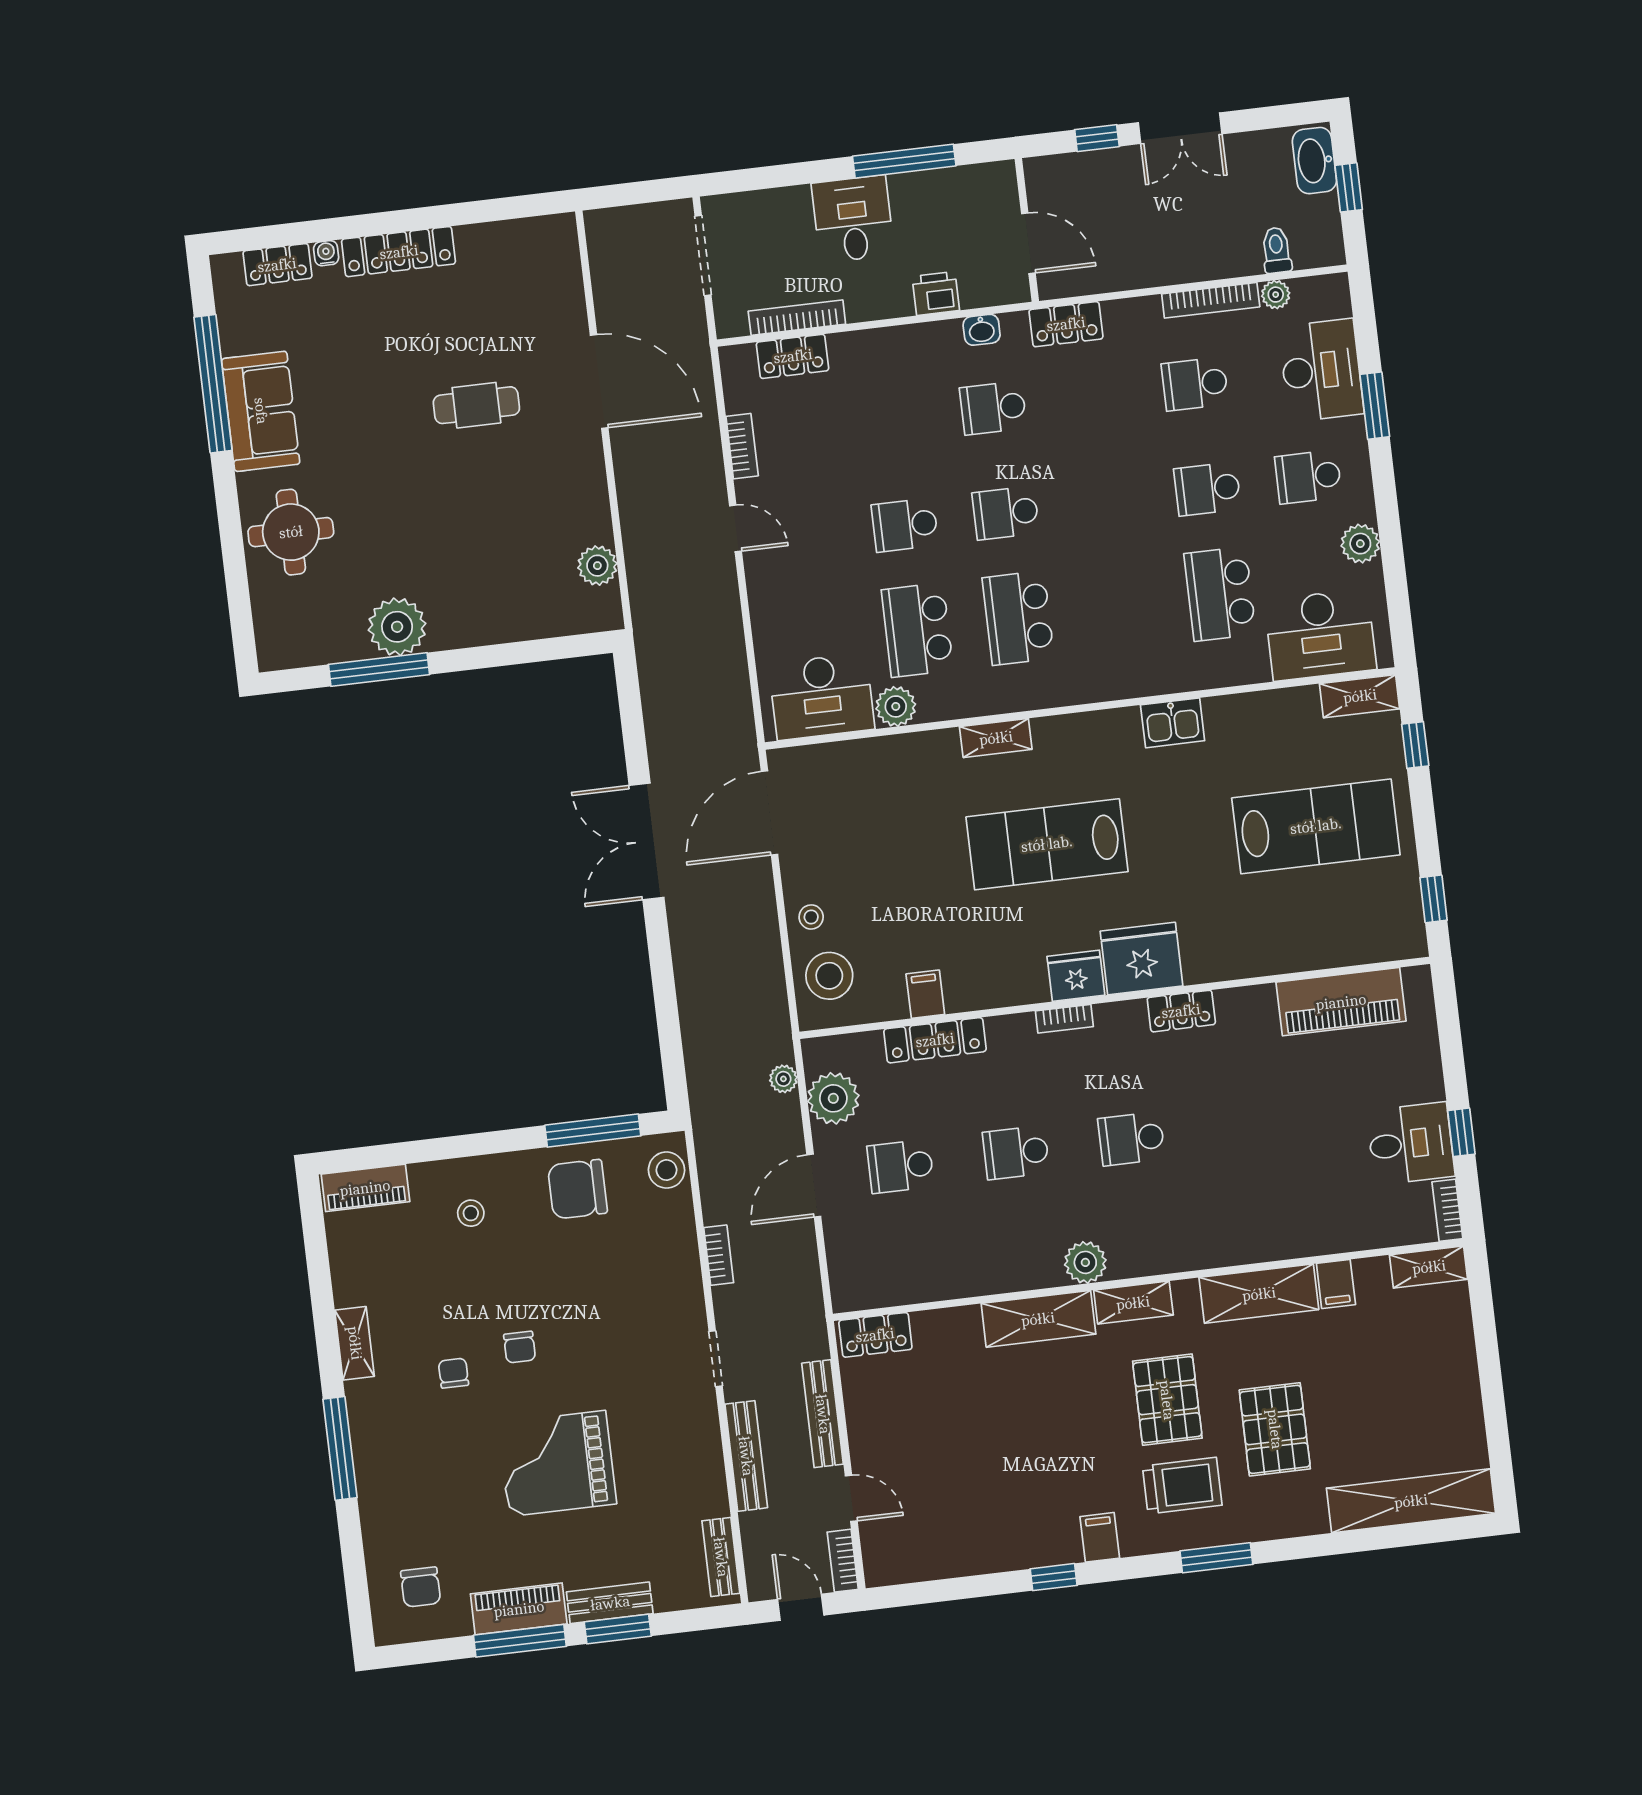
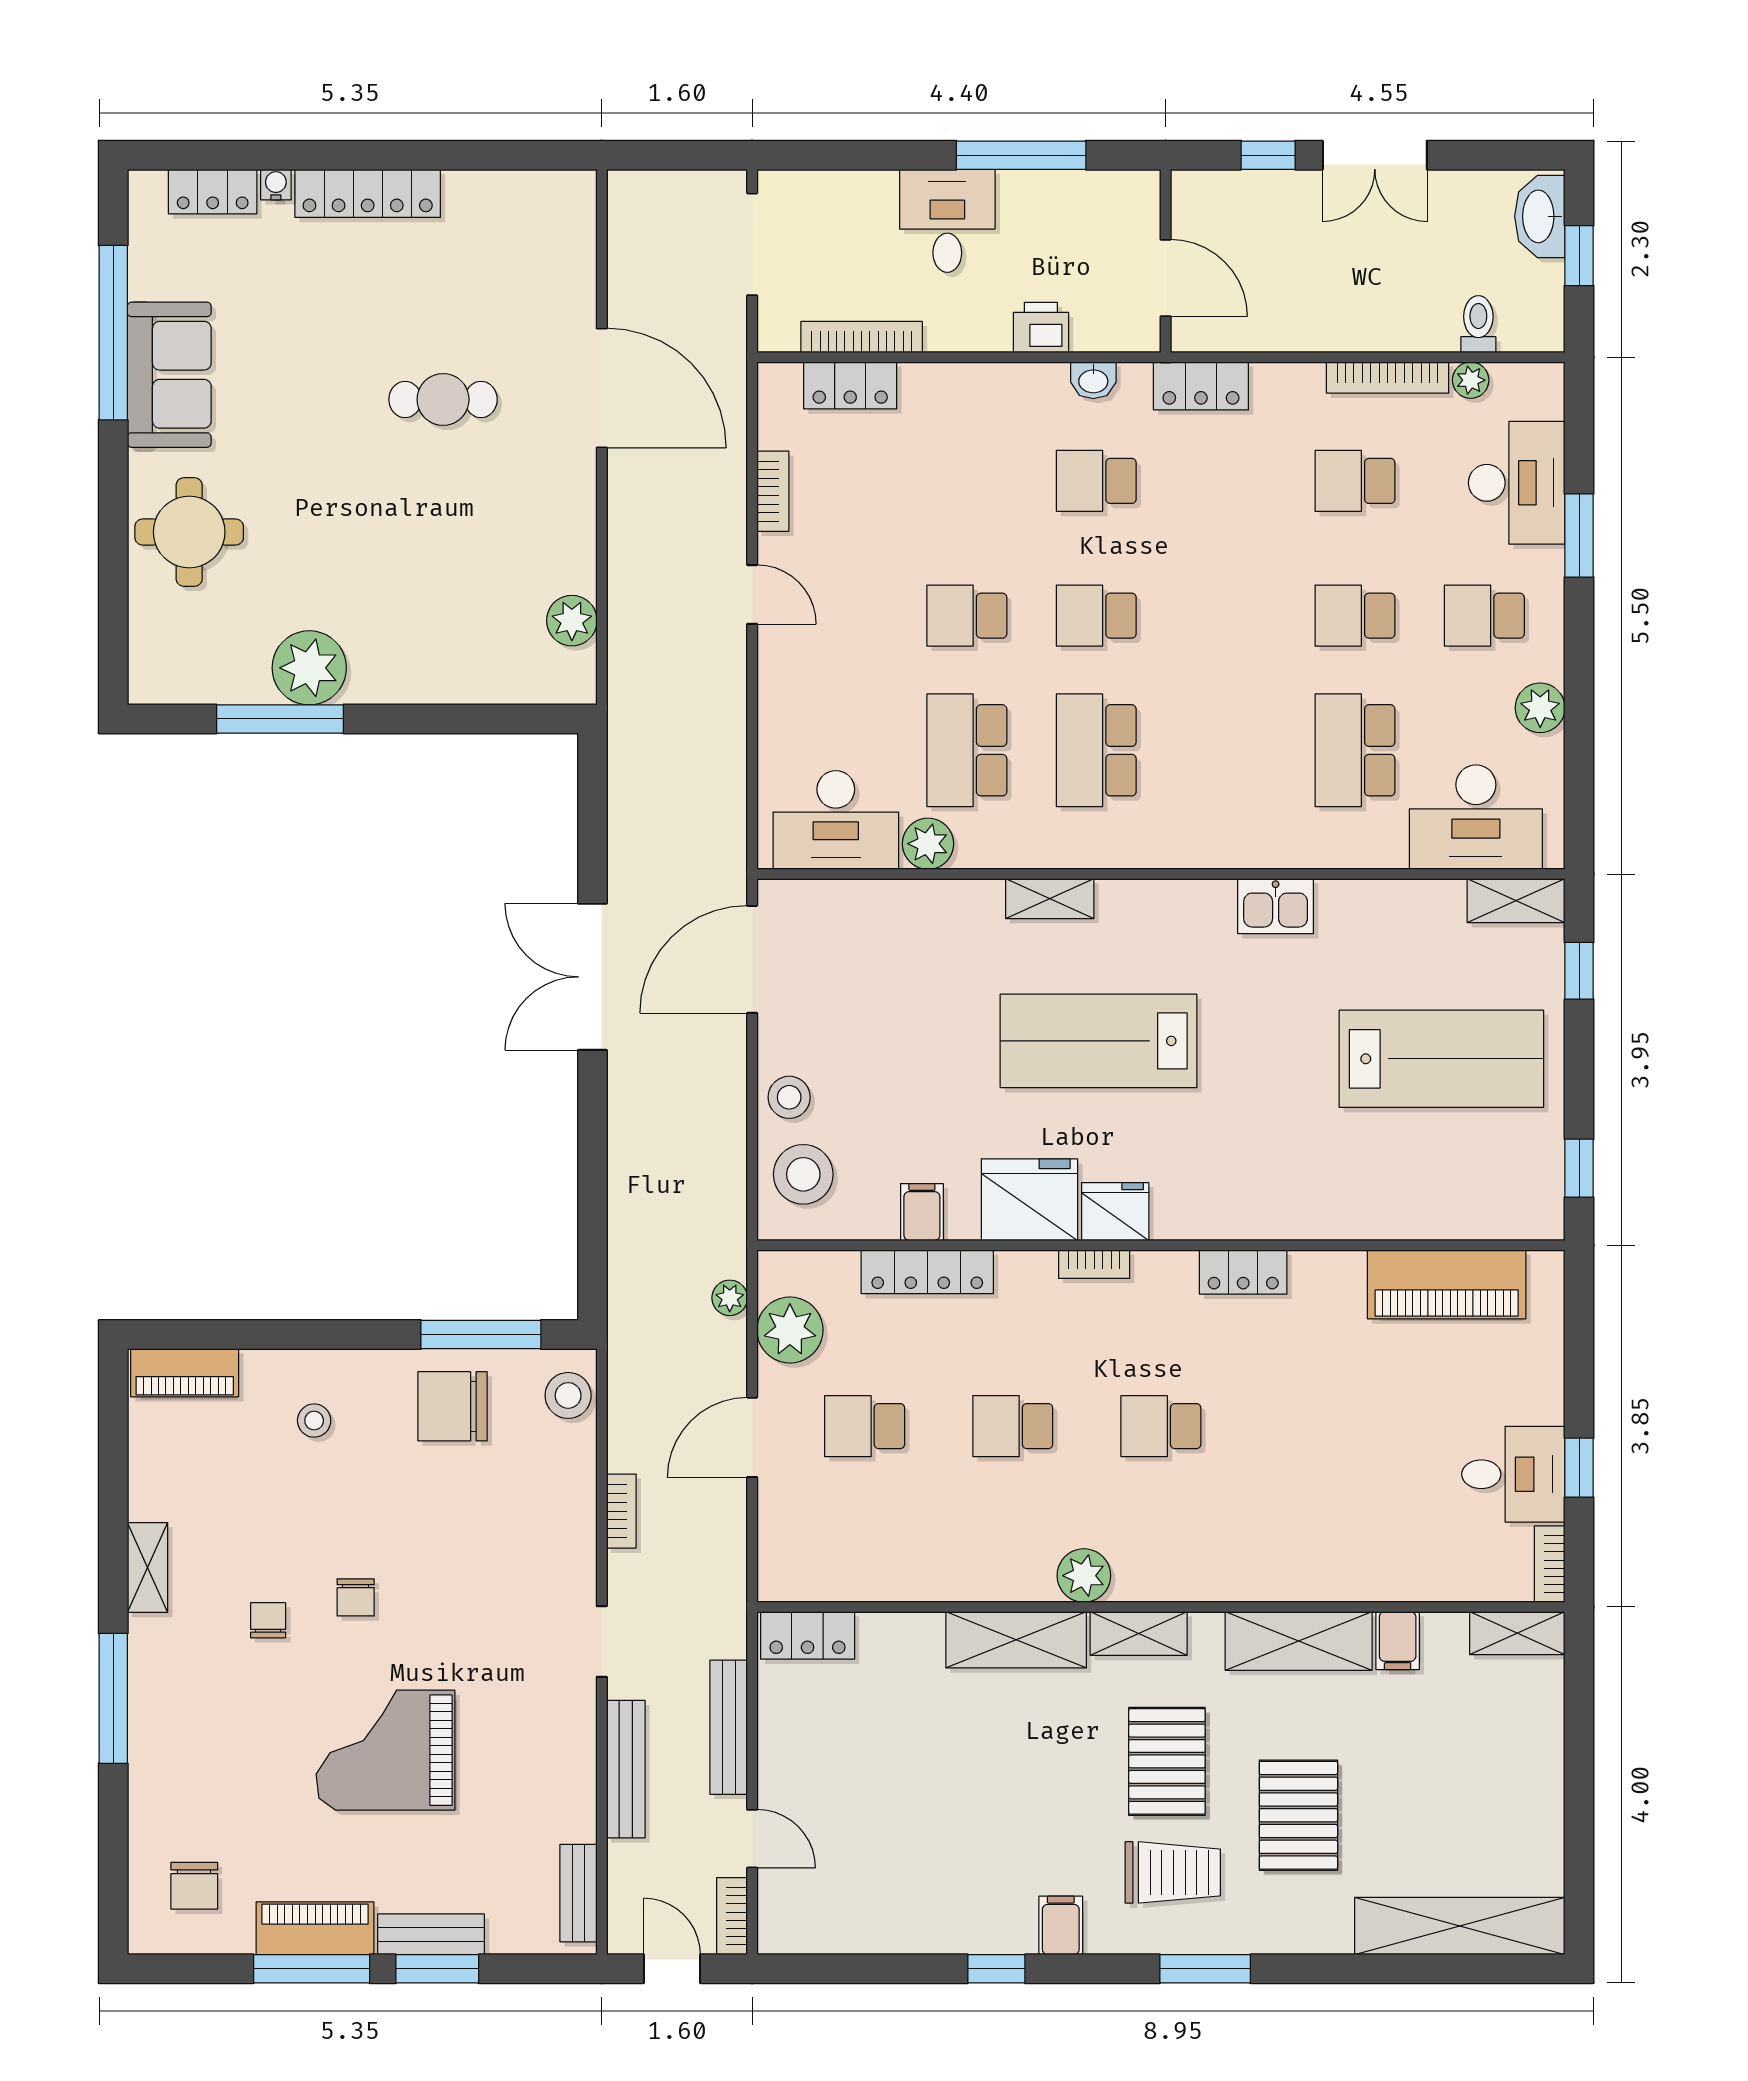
stool: (811, 917) -> (789, 1097), width x1.37, depth x1.37
fridge: (1142, 959) -> (1030, 1200), moved

